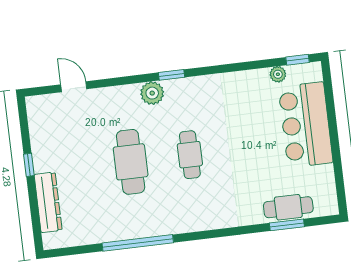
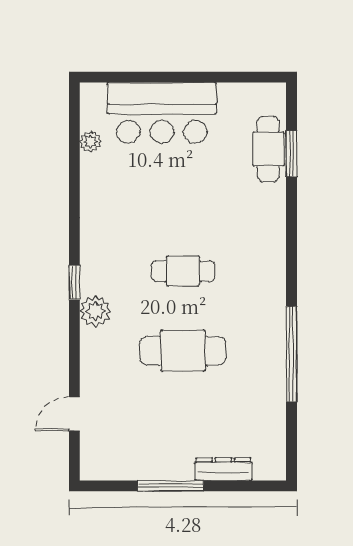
window: (297, 60) -> (74, 113), removed
window: (29, 165) -> (171, 486), width x2.17
dresser: (48, 202) -> (223, 469), width x0.73, depth x0.80

